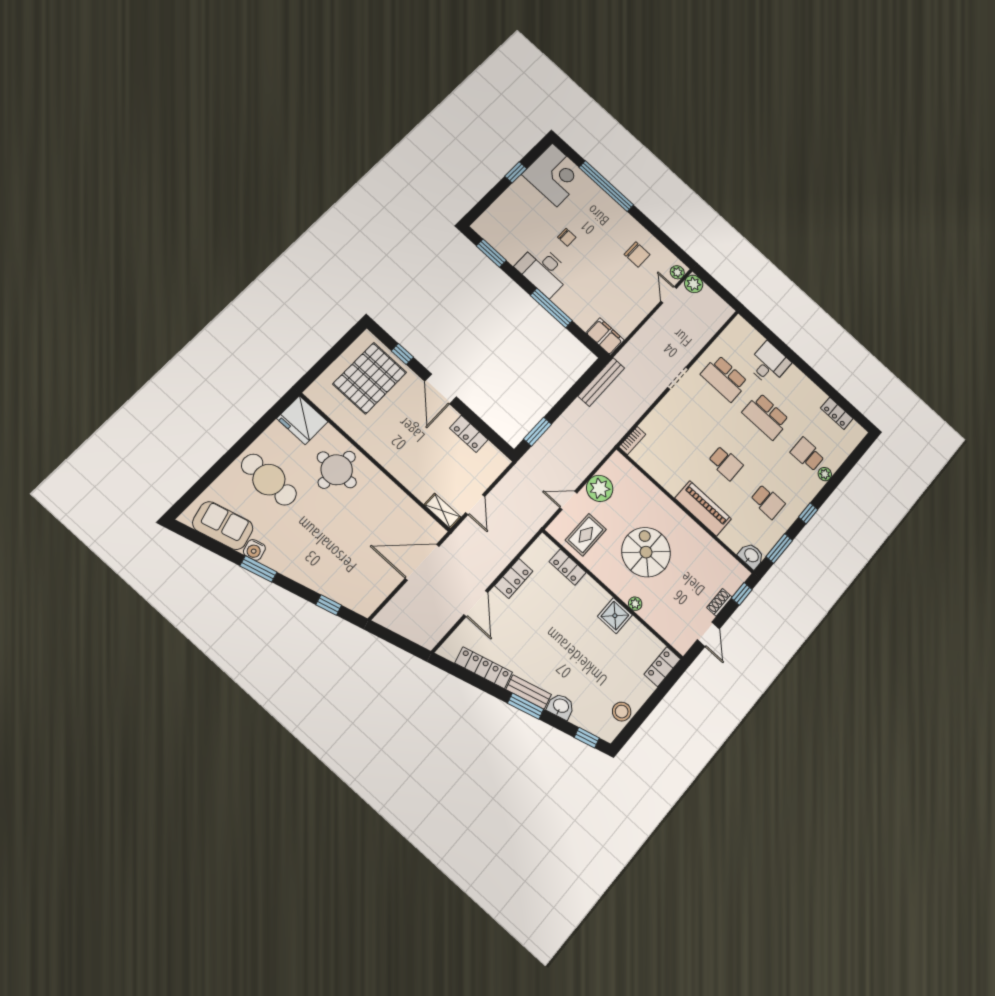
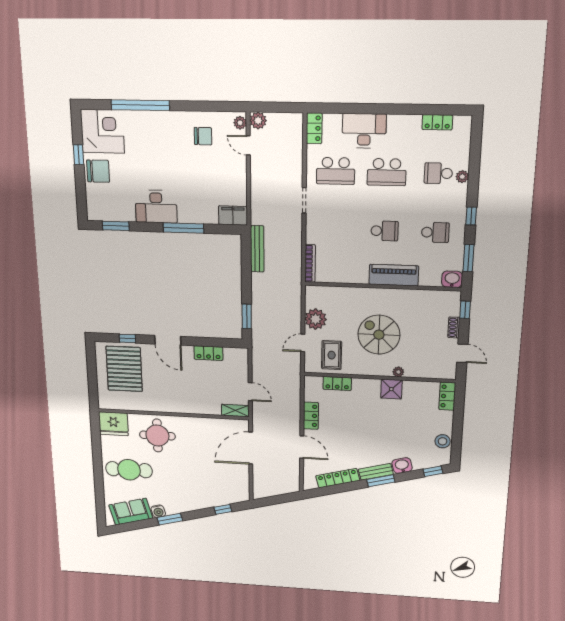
chair: (567, 237) -> (98, 171), moved, width x1.87, depth x1.87
locker: (734, 330) -> (314, 128), added
desk: (769, 364) -> (364, 131), width x1.37
bookcase: (632, 441) -> (310, 263), width x1.56

